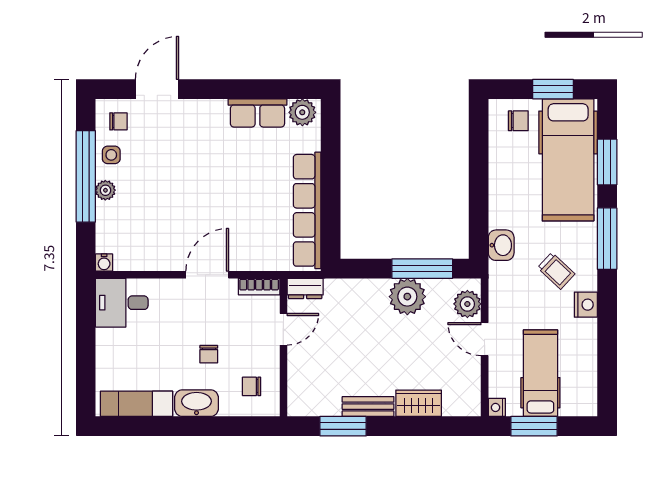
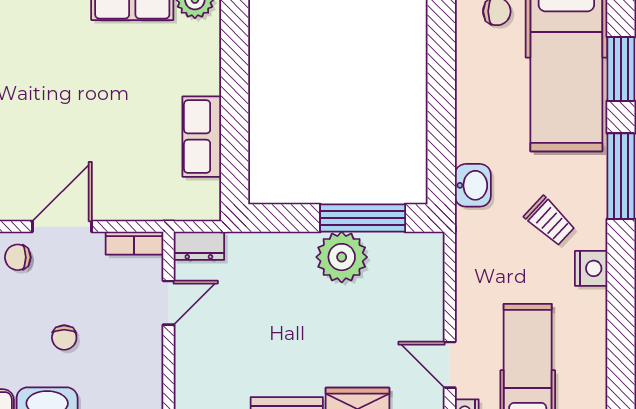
row of seats: (307, 210) -> (202, 137), width x0.50
plant: (467, 304) -> (426, 267), removed
door: (485, 339) -> (450, 365), moved
chair: (252, 386) -> (18, 257), moved

